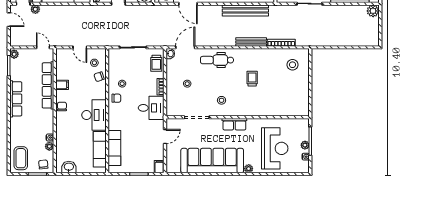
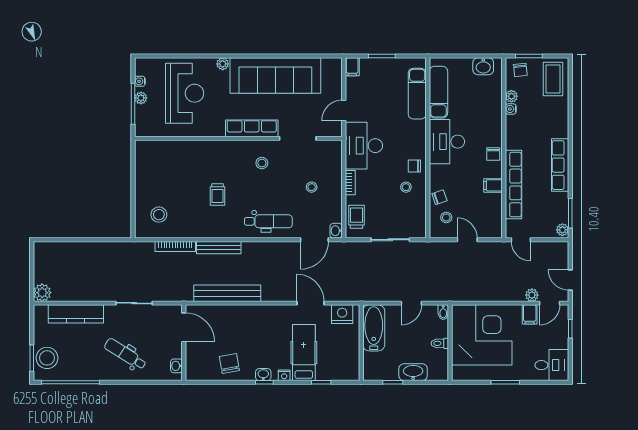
desk: (151, 108) -> (364, 146), width x1.37
row of seats: (234, 124) -> (252, 128), width x1.48
reception desk: (275, 148) -> (185, 93), turned 180

